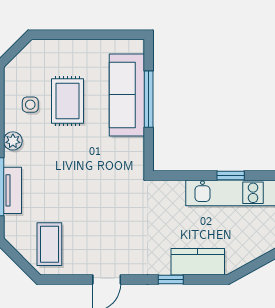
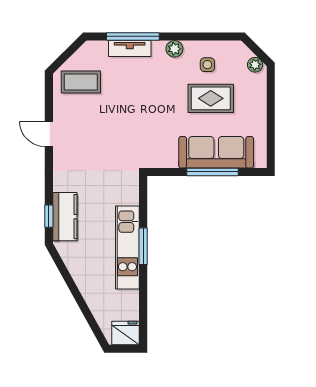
plant: (30, 52) -> (255, 65), added
window: (231, 176) -> (143, 246), width x1.50
window: (171, 279) -> (49, 216), moved

